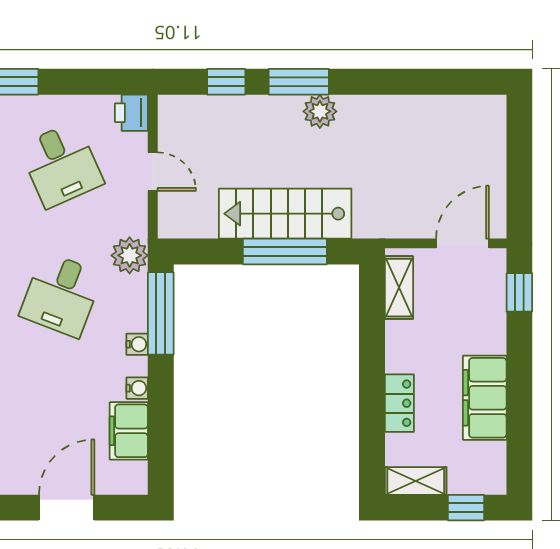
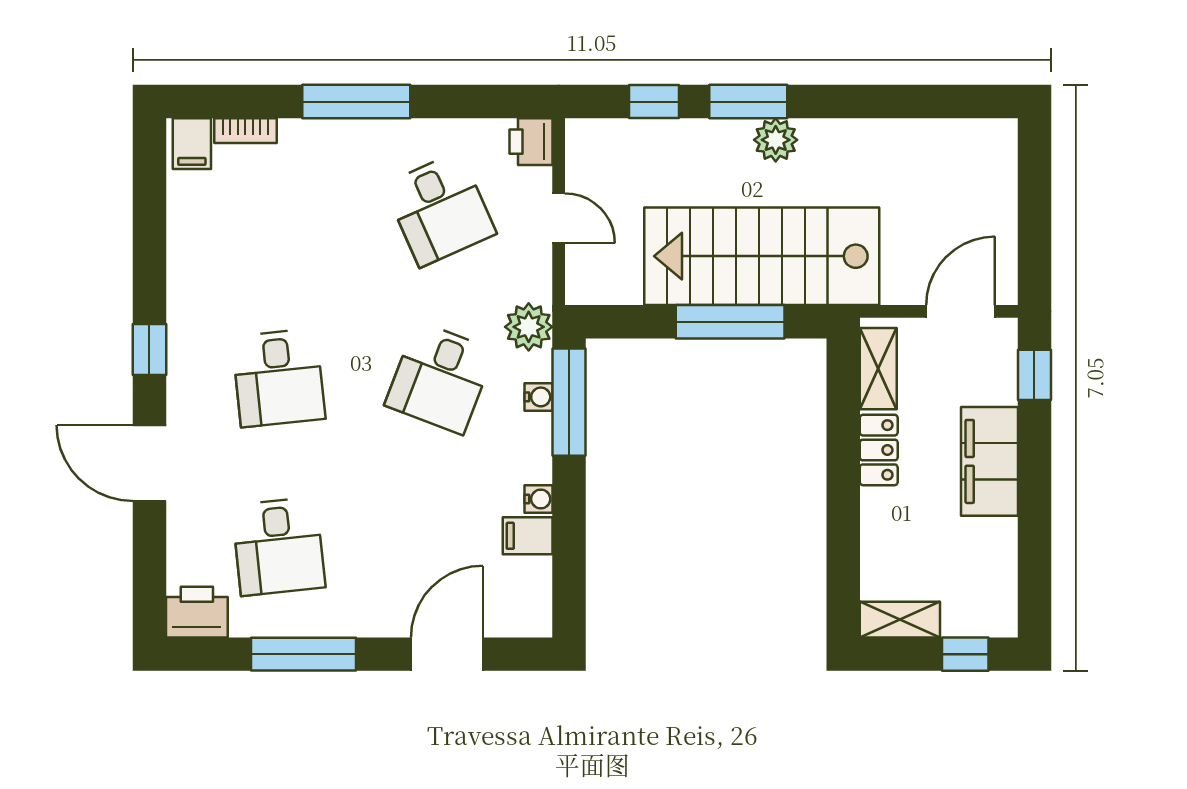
stairs: (285, 214) -> (762, 256), width x1.36, depth x1.51
water cooler: (137, 344) -> (539, 397), moved
filing cabinet: (485, 398) -> (989, 461), moved
locker: (399, 403) -> (879, 450), moved
filing cabinet: (129, 431) -> (528, 536), width x0.50

